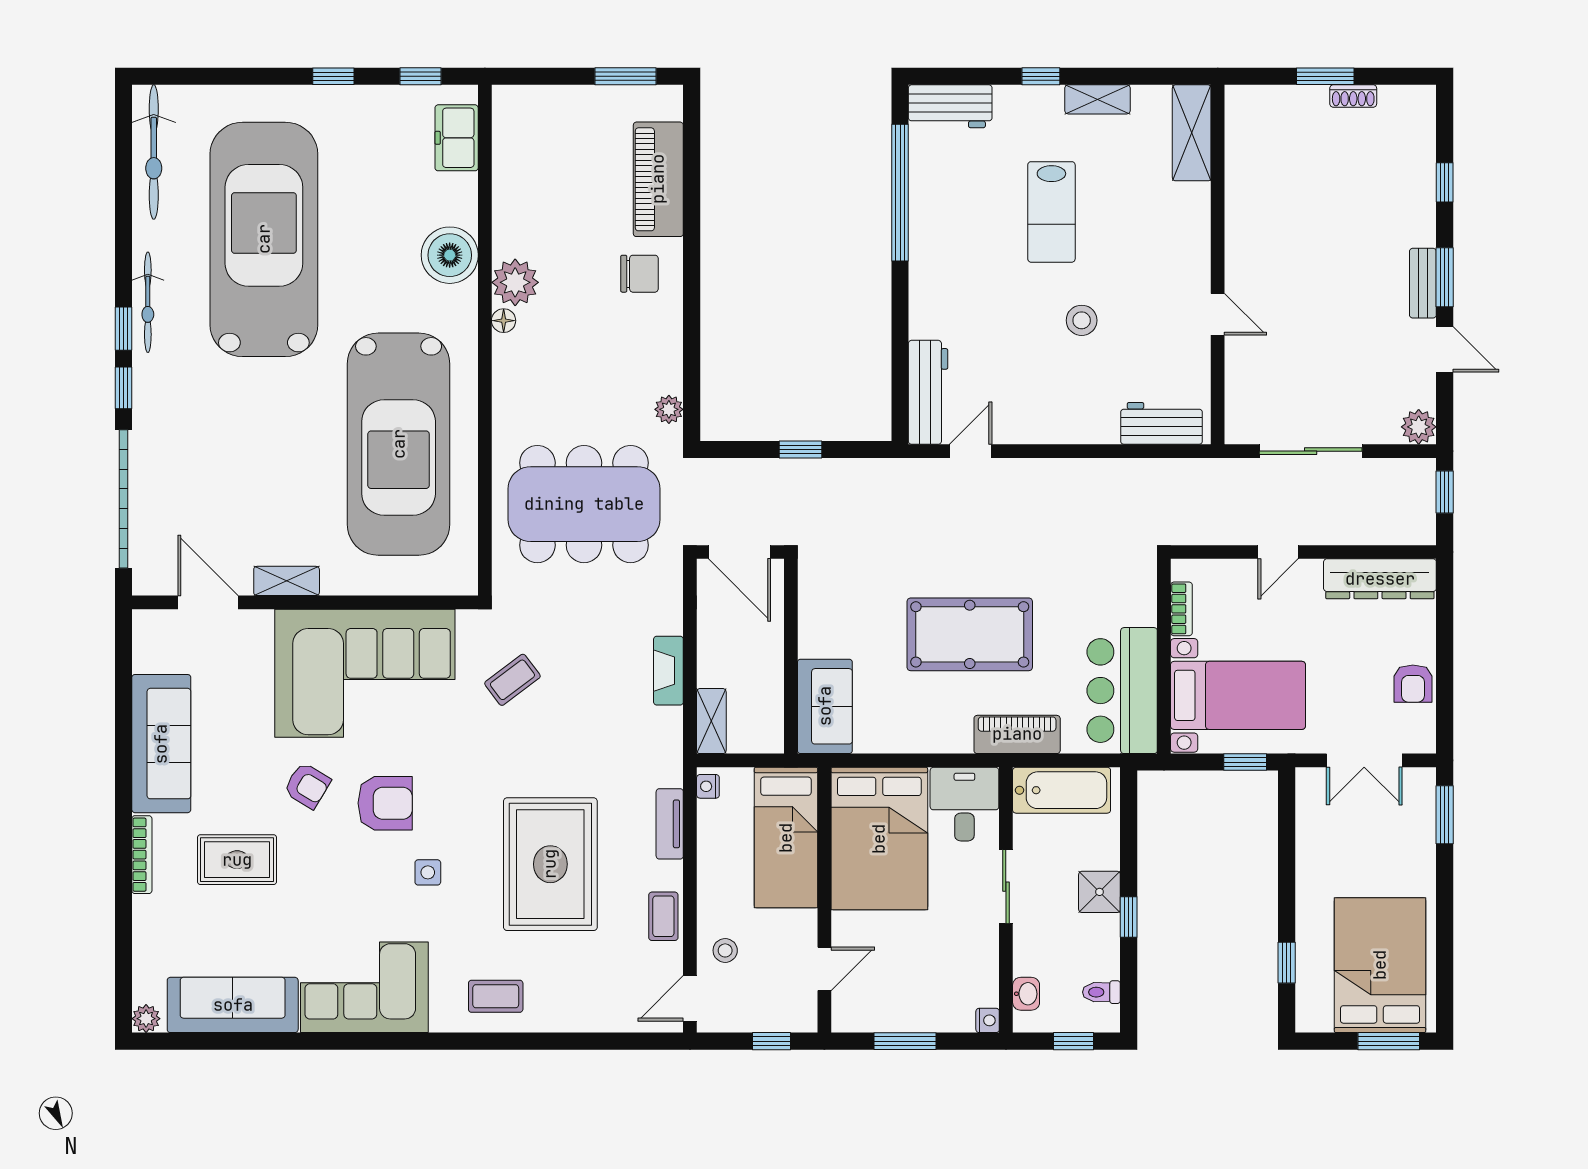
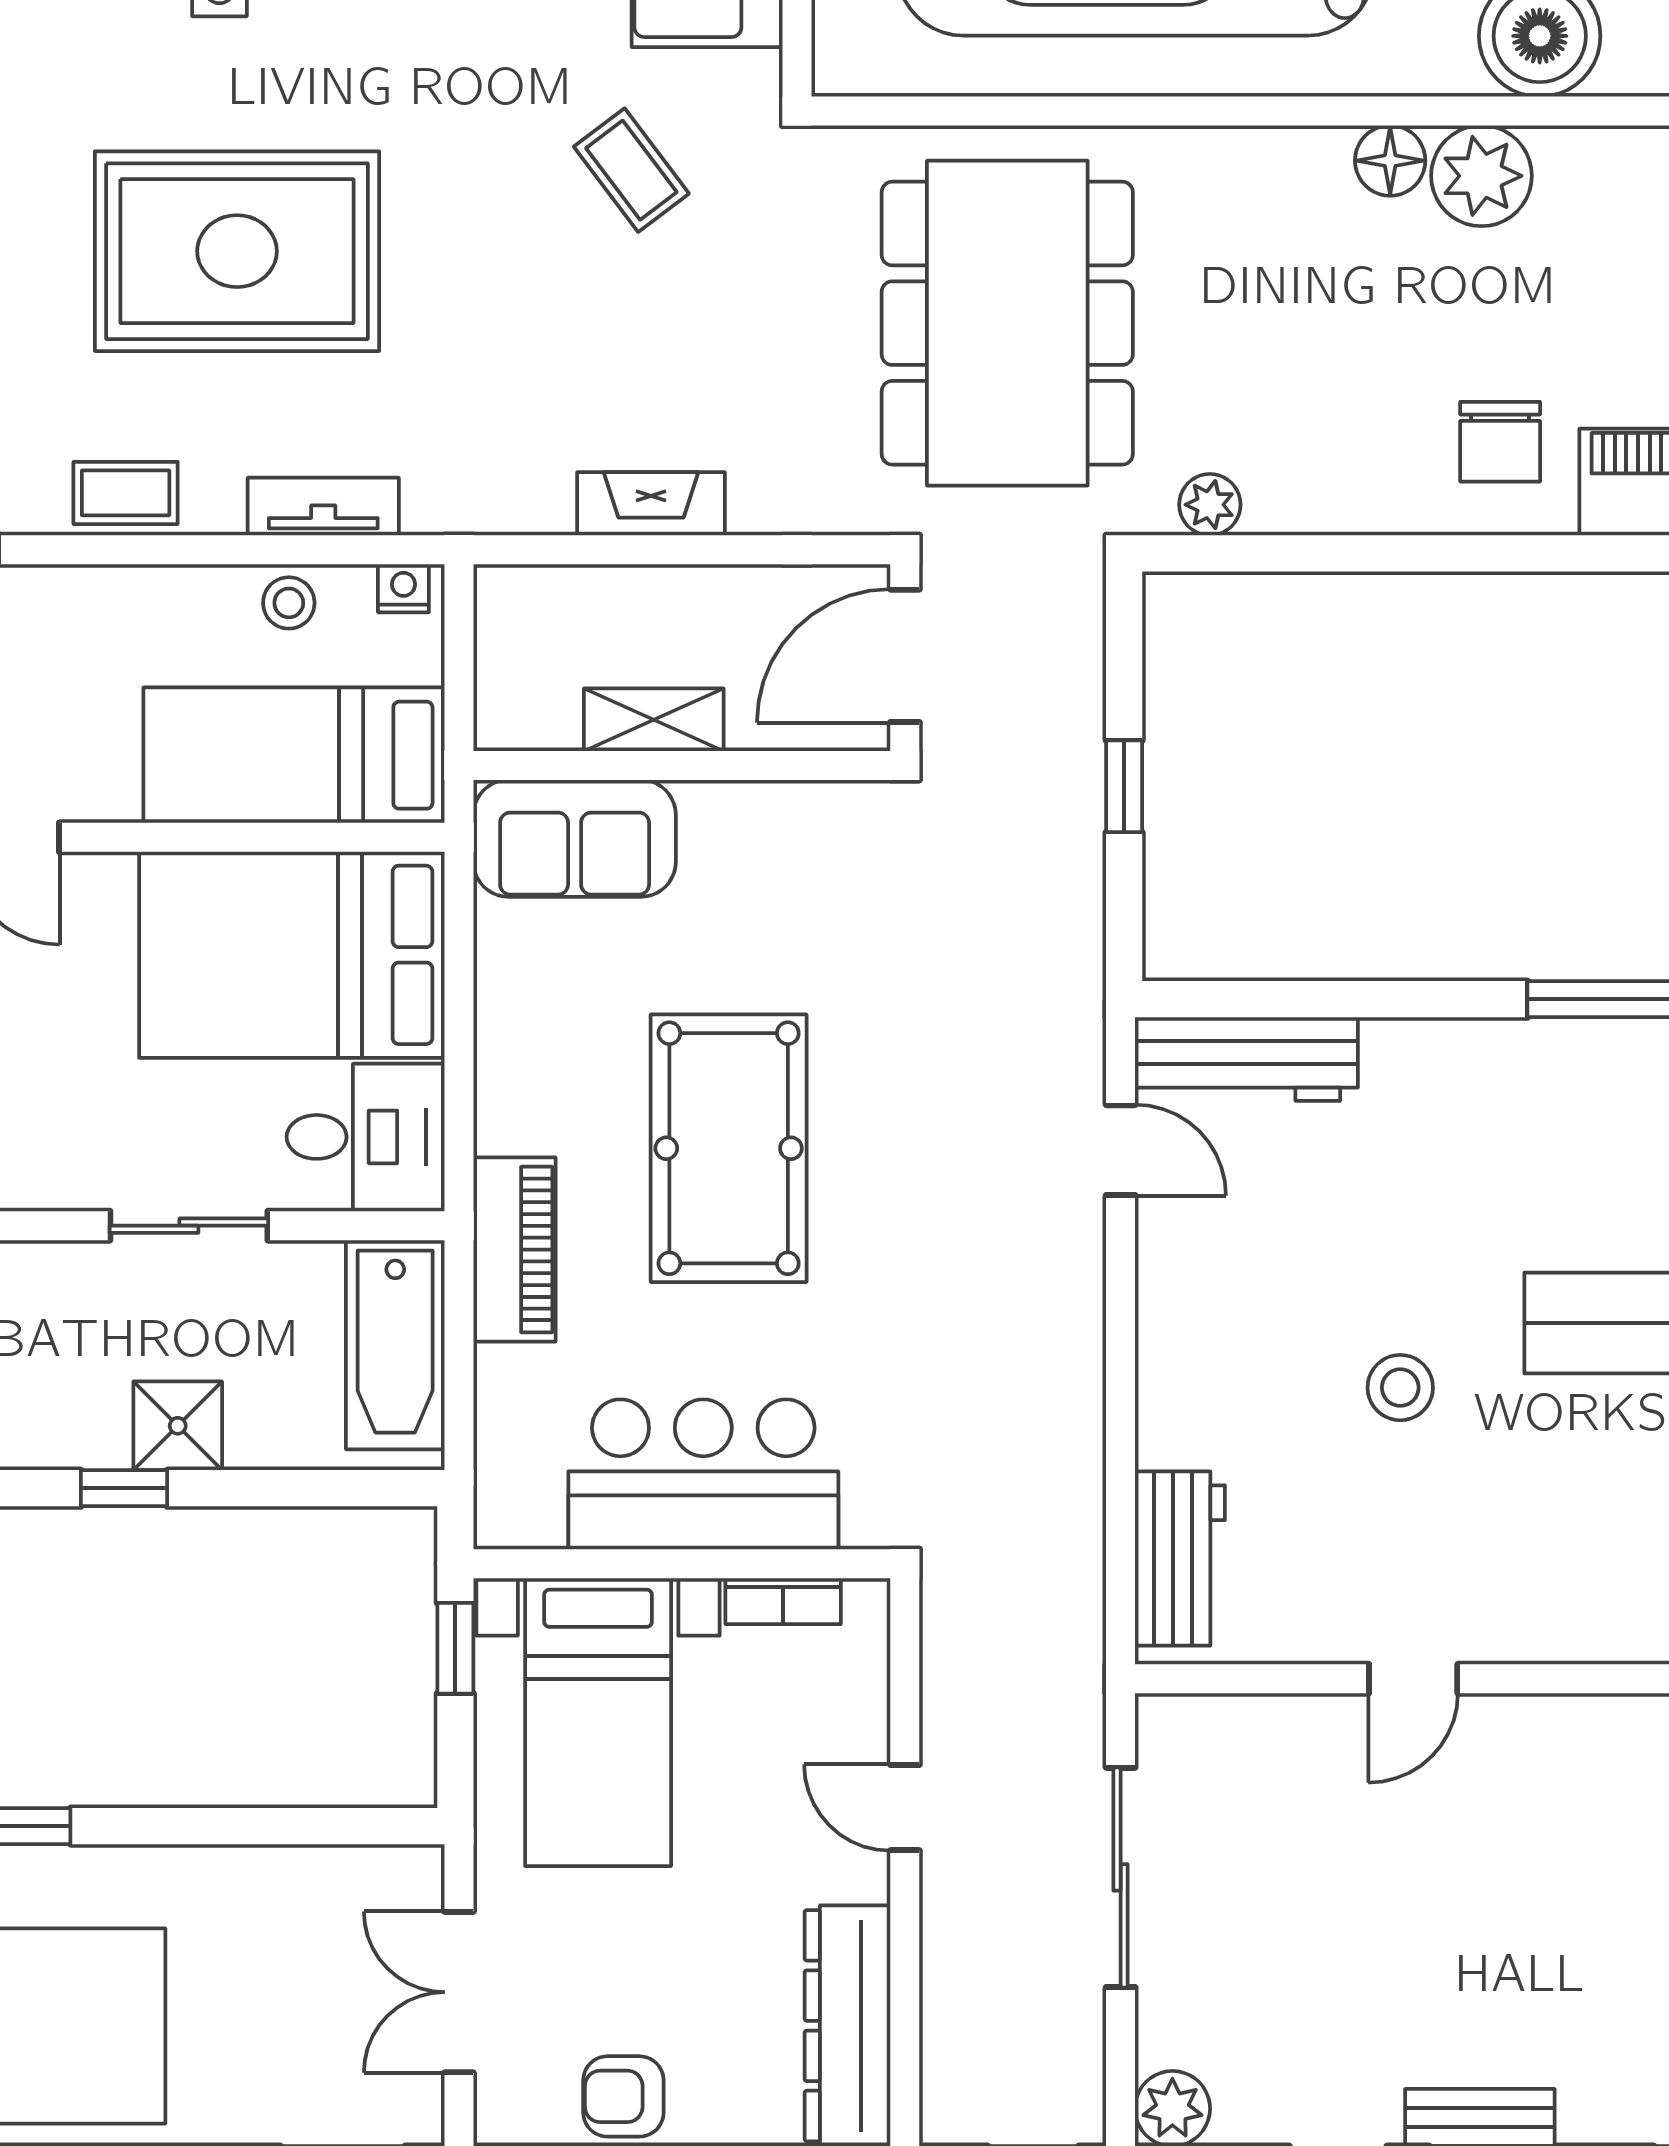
floor lamp: (504, 321) -> (1390, 161), width x1.37, depth x1.37
bar counter: (1122, 691) -> (703, 1474), moved
shelving: (711, 721) -> (654, 720), moved
window: (1245, 762) -> (455, 1648), moved
stool: (725, 950) -> (289, 603), moved

